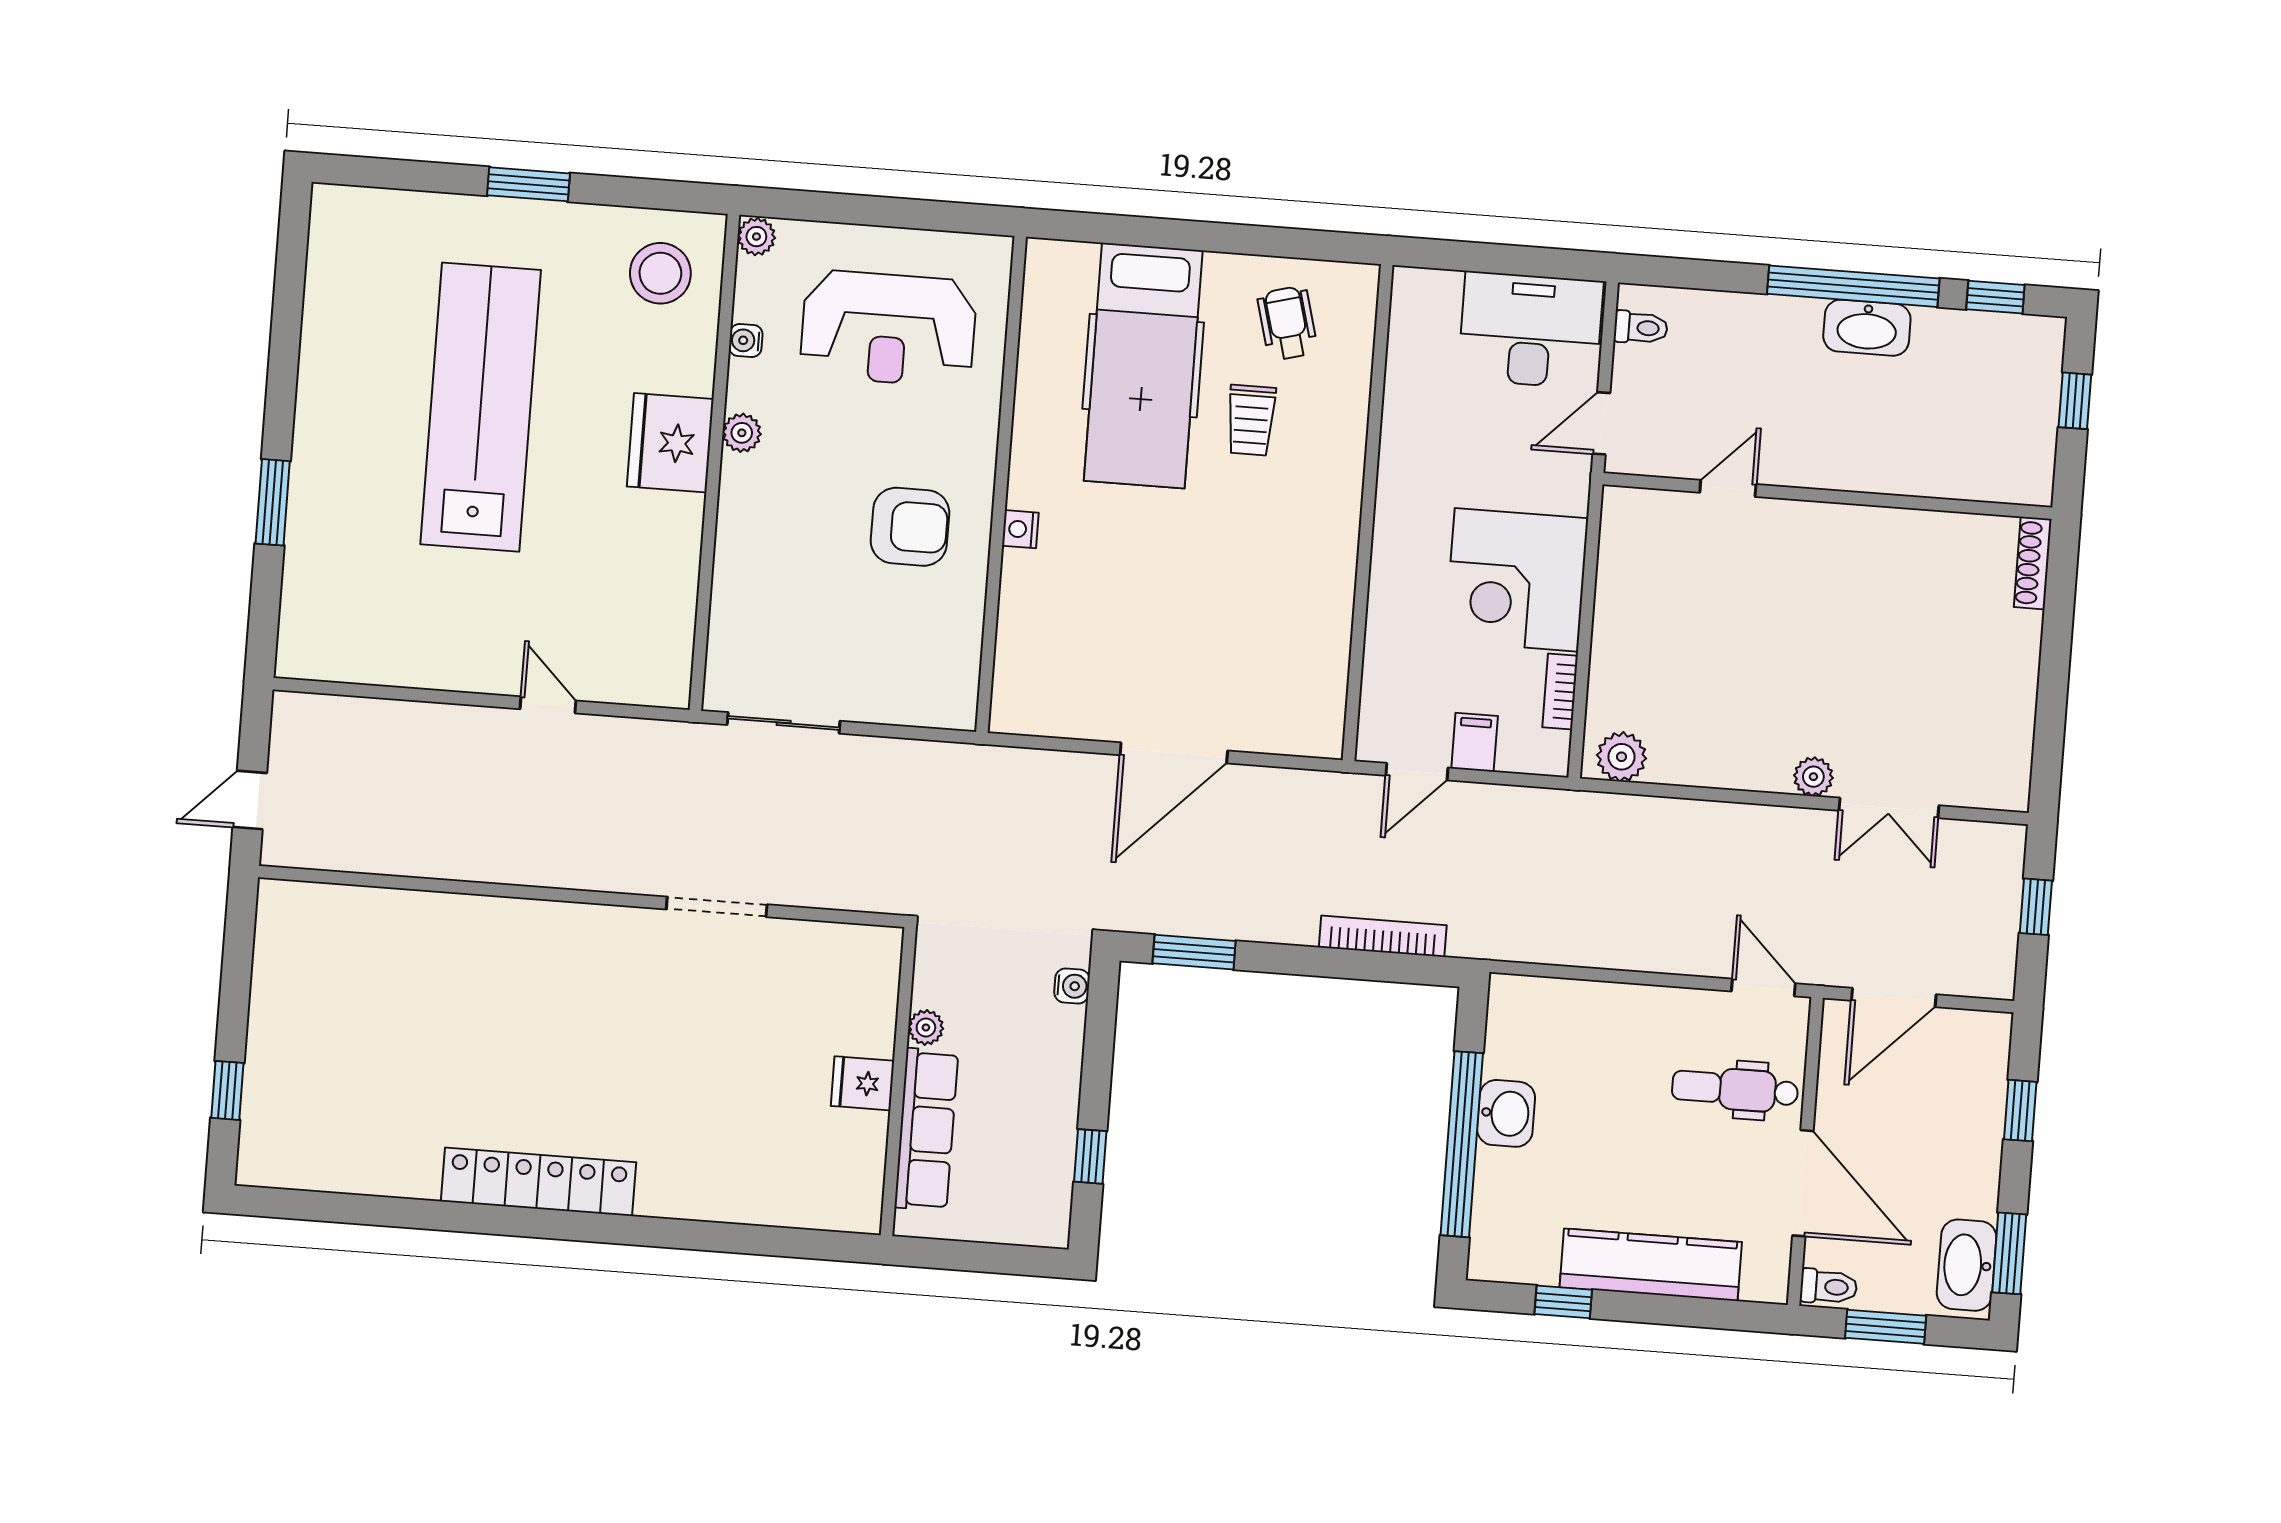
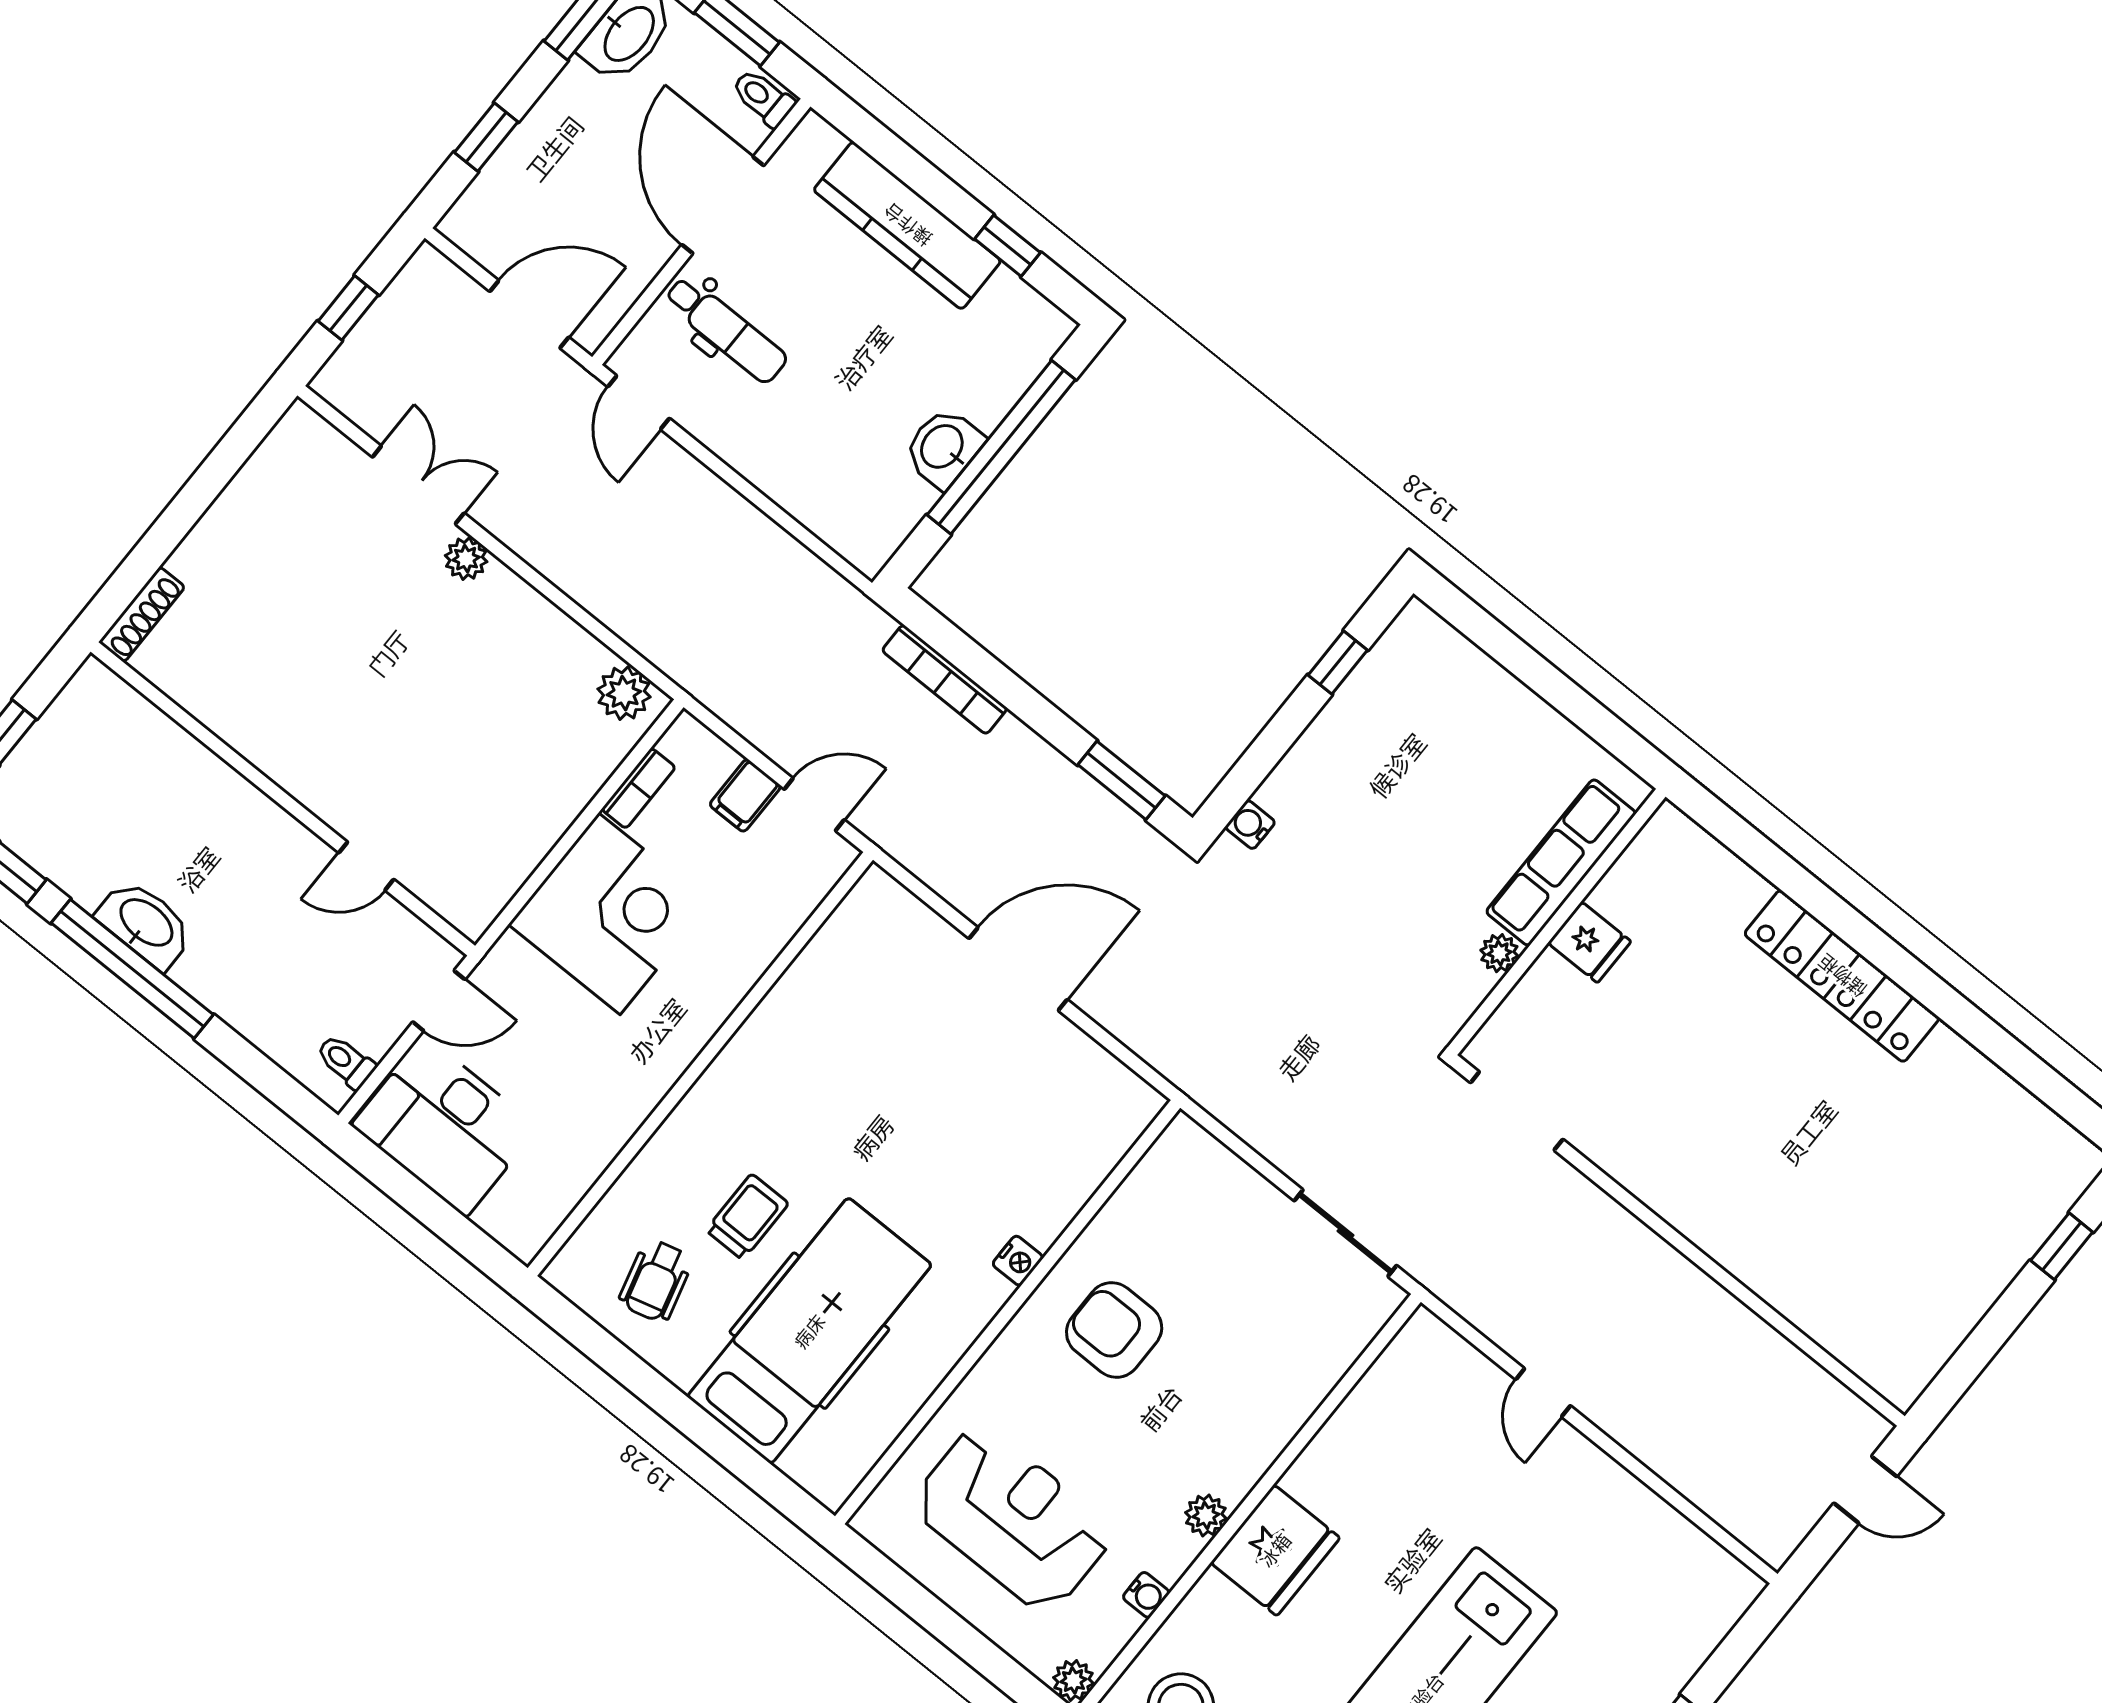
plant: (926, 1027) -> (1499, 953), moved
wall: (898, 1082) -> (1557, 922), moved
fridge: (863, 1083) -> (1589, 942), moved
row of seats: (926, 1130) -> (1561, 862), moved

